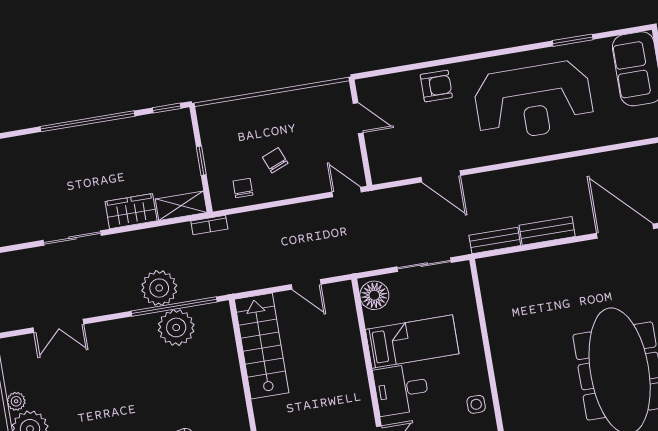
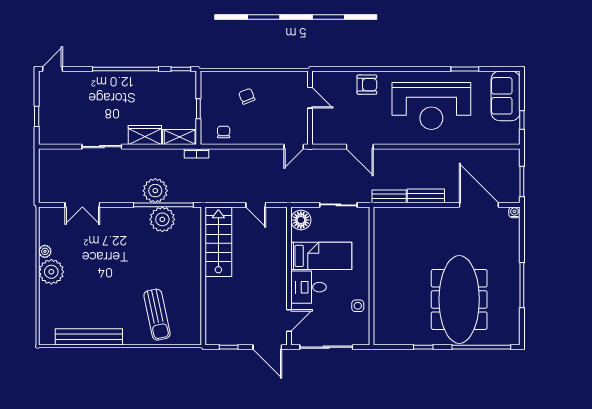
chair: (275, 160) -> (247, 96), moved
door: (347, 192) -> (294, 147), swing flipped

